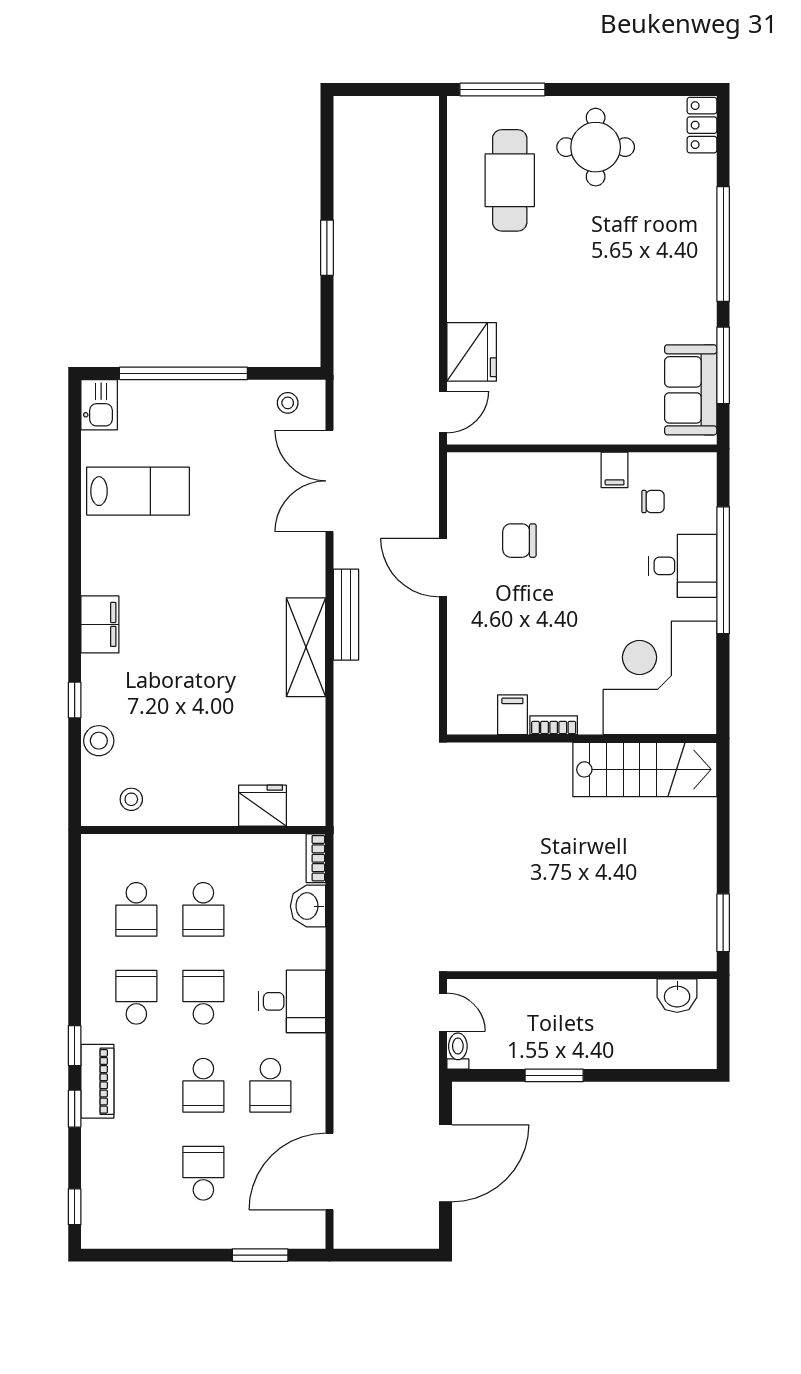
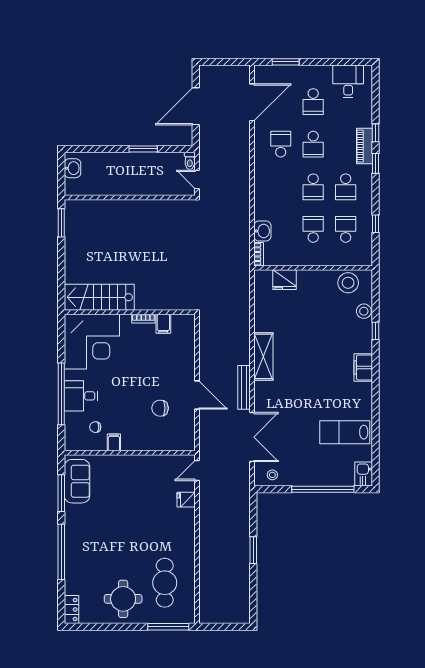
fridge: (472, 352) -> (186, 500), width x0.53, depth x0.75
chair: (519, 541) -> (160, 408), turned 180
bench: (346, 615) -> (244, 387), moved
stool: (131, 799) -> (348, 283), width x1.89, depth x1.89
washbasin: (677, 996) -> (72, 168), moved, turned 90
desk: (292, 1001) -> (348, 81), moved, turned 90
school desk: (203, 1085) -> (313, 144), turned 180
window: (75, 1207) -> (376, 224), moved

